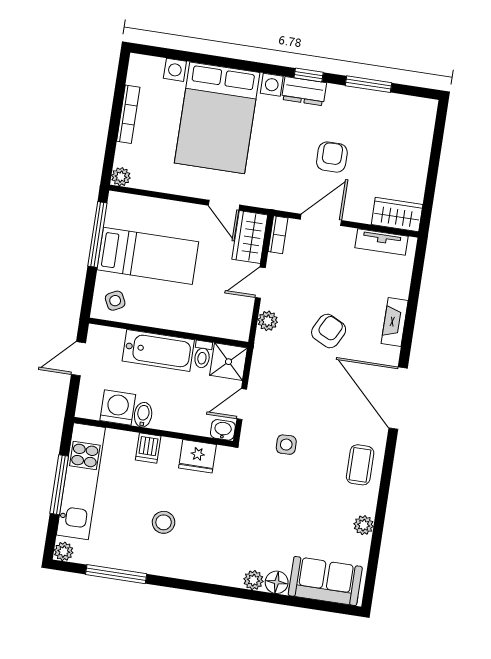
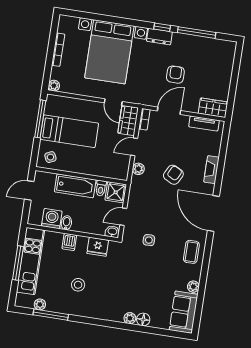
window: (368, 84) -> (197, 33), width x1.44
plant: (64, 551) -> (40, 304), moved
sofa: (325, 581) -> (184, 312), moved, turned -90

